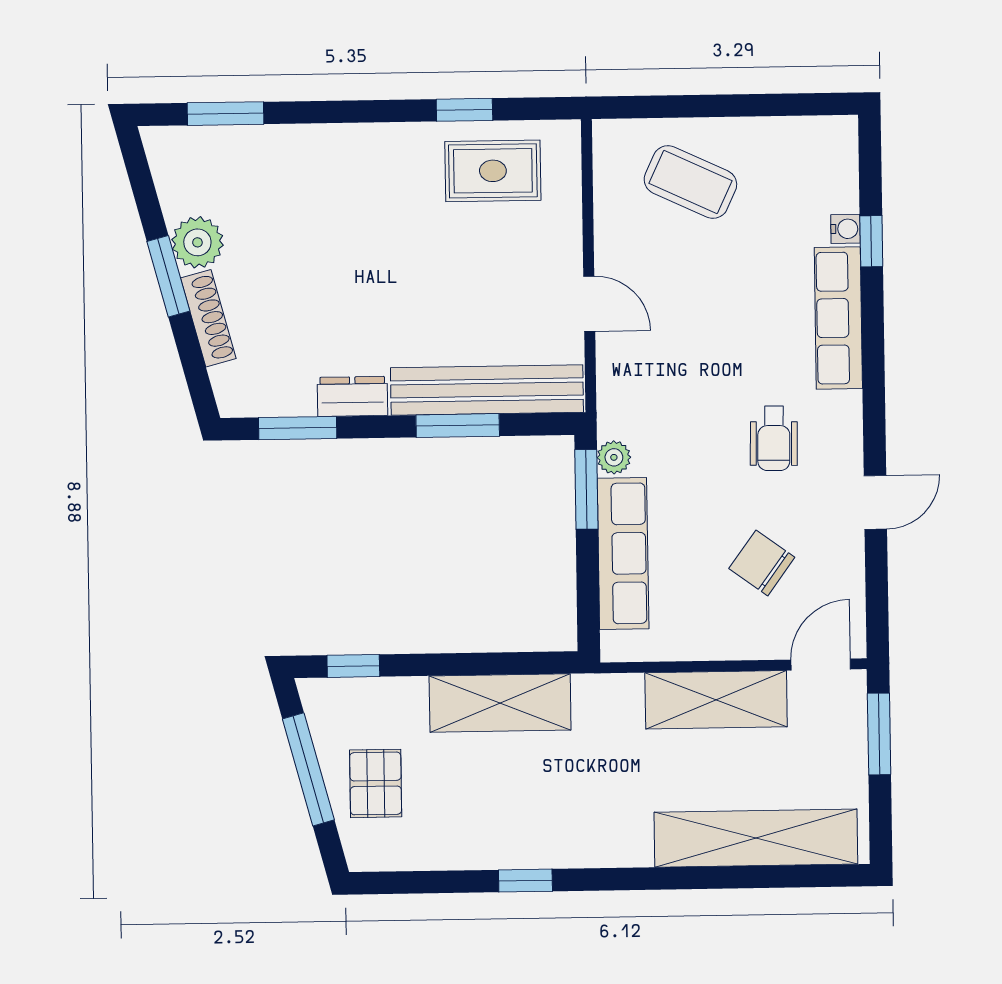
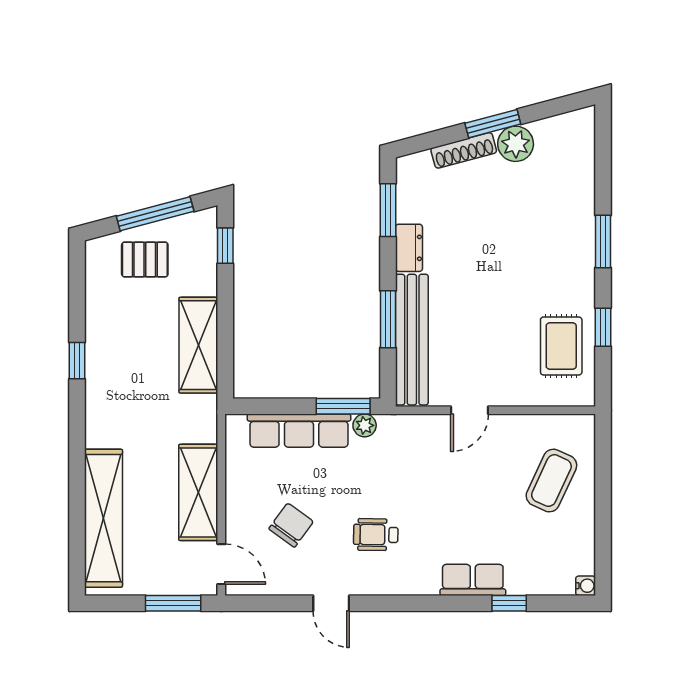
window: (226, 114) -> (603, 241), moved
water cooler: (845, 229) -> (586, 586), moved, turned -90
row of seats: (838, 318) -> (473, 580), width x0.68

